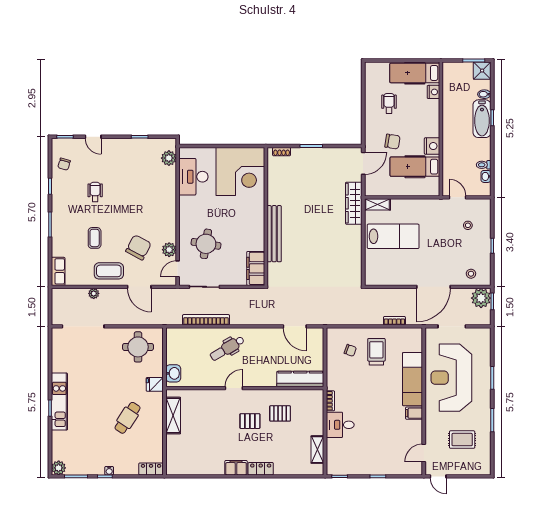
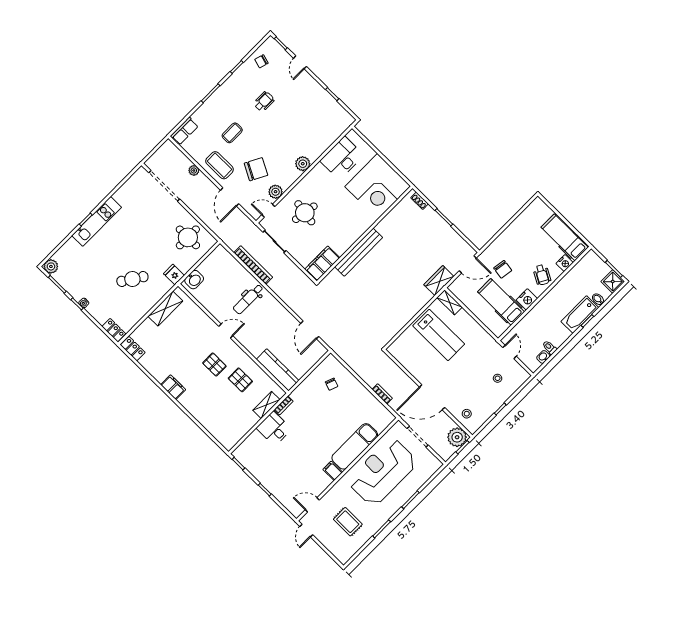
wheelchair: (389, 103) -> (542, 275), moved, turned 119
plant: (169, 158) -> (303, 164), moved
wardrobe: (354, 203) -> (439, 281), width x0.67
dental chair: (227, 348) -> (248, 299), turned -59
trolley: (376, 352) -> (349, 403), removed
shelving: (317, 450) -> (266, 405), moved
locker: (261, 469) -> (133, 349), moved

